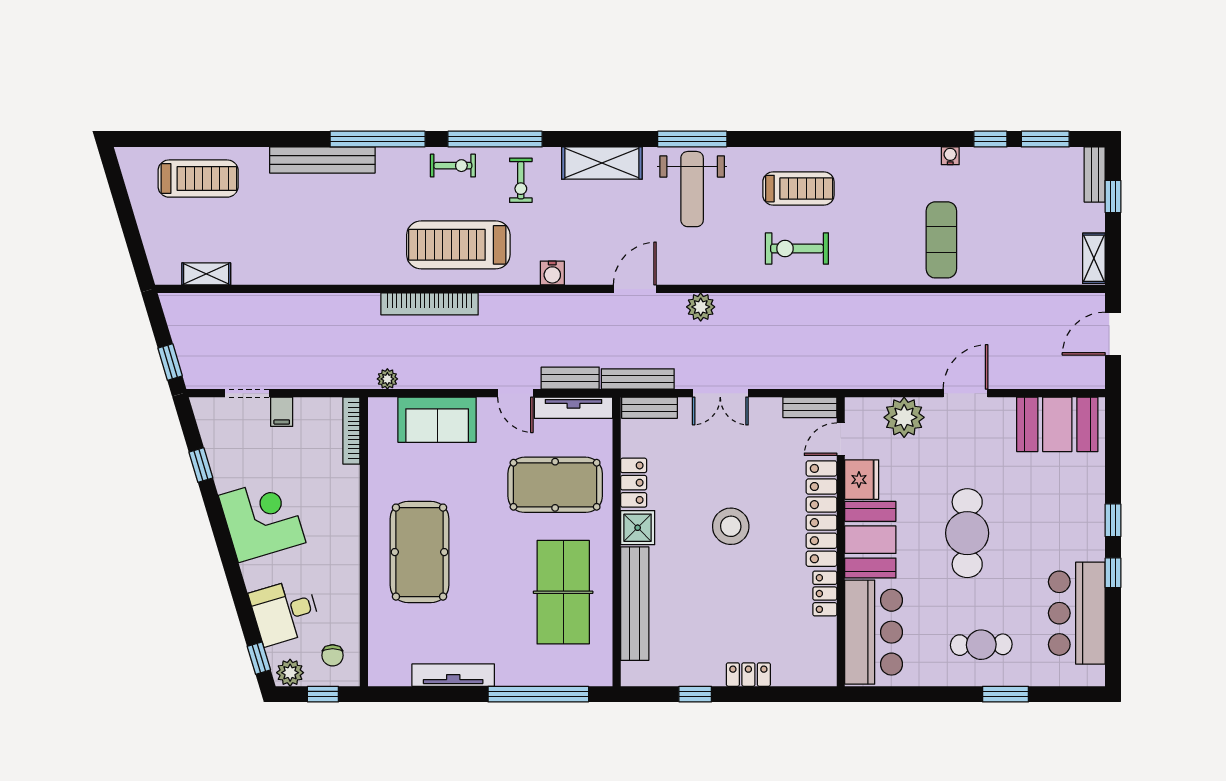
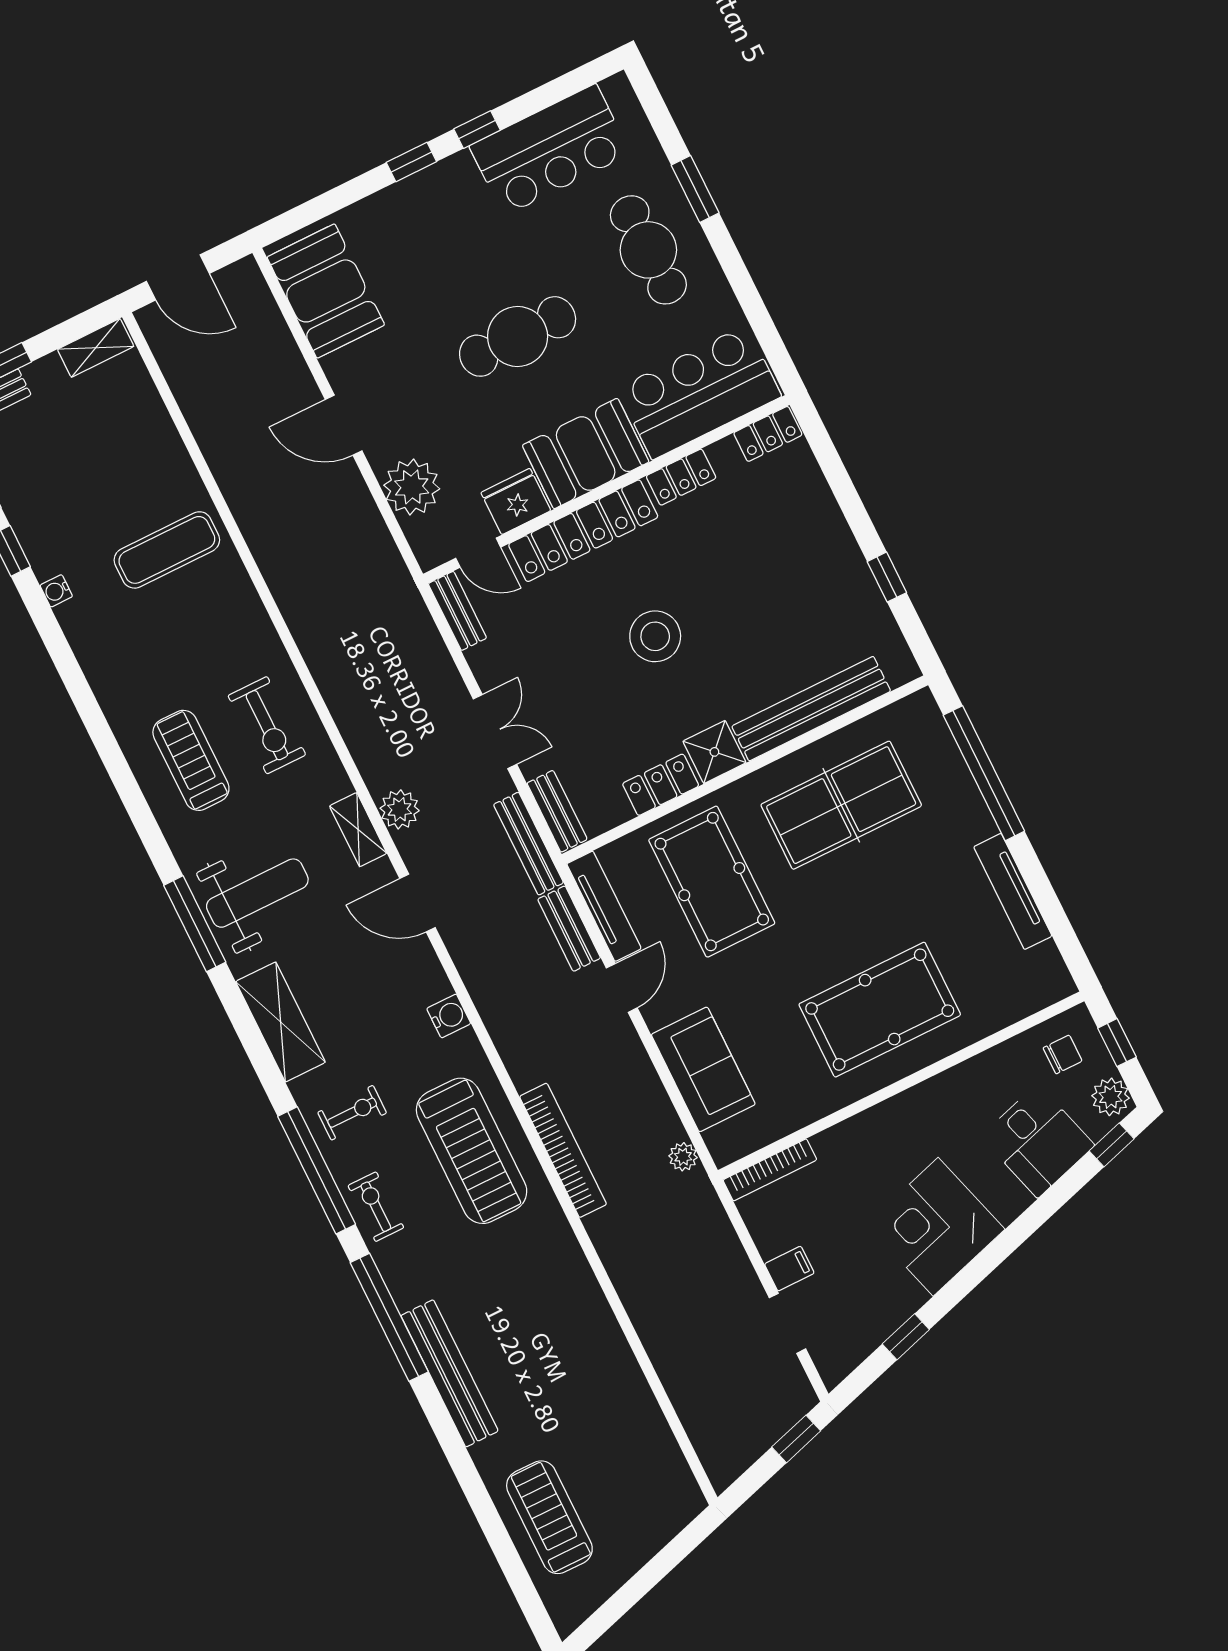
shelving: (206, 274) -> (358, 830), moved
cafe table: (981, 645) -> (648, 250), width x1.37, depth x1.35
locker: (748, 675) -> (768, 434), moved, turned -90

